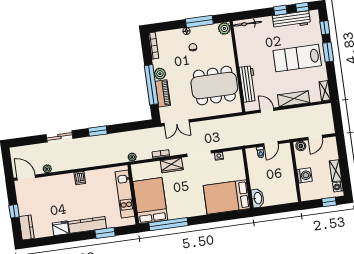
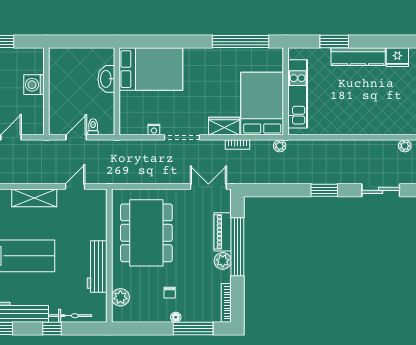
window: (280, 10) -> (52, 328), moved
window: (199, 22) -> (193, 328), moved
bicycle: (247, 24) -> (71, 316), moved
plant: (224, 28) -> (120, 297), moved
workbench: (248, 84) -> (97, 267), moved
dining table: (214, 86) -> (146, 233), turned 90
door: (267, 110) -> (75, 187), swing flipped
boiler: (301, 146) -> (33, 128), removed
dishwasher: (80, 178) -> (360, 126), removed
washbasin: (258, 198) -> (106, 79), moved
bed: (150, 201) -> (262, 104), moved, turned 180

